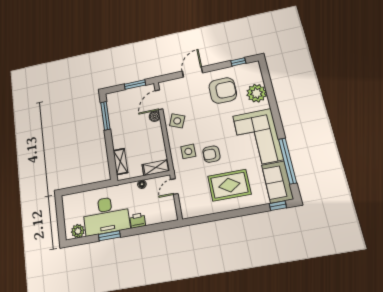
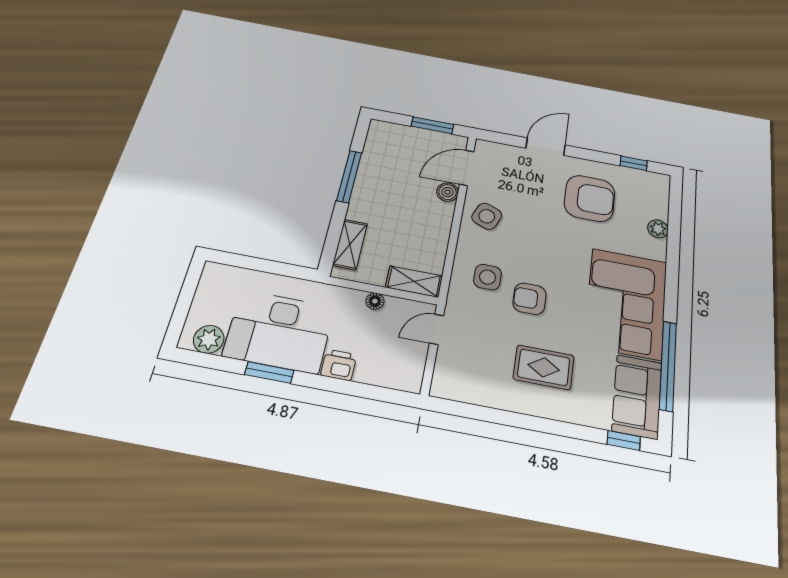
plant: (257, 93) -> (658, 229), width x0.53, depth x0.53
window: (105, 116) -> (349, 177), moved
rug: (229, 185) -> (544, 367), width x0.73, depth x0.70

